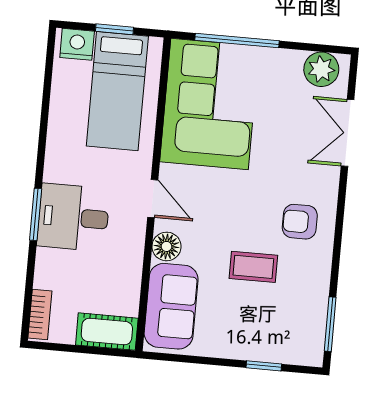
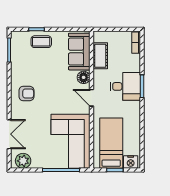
coffee table: (253, 267) -> (41, 42), moved
cot: (107, 332) -> (100, 56), moved, turned 90

